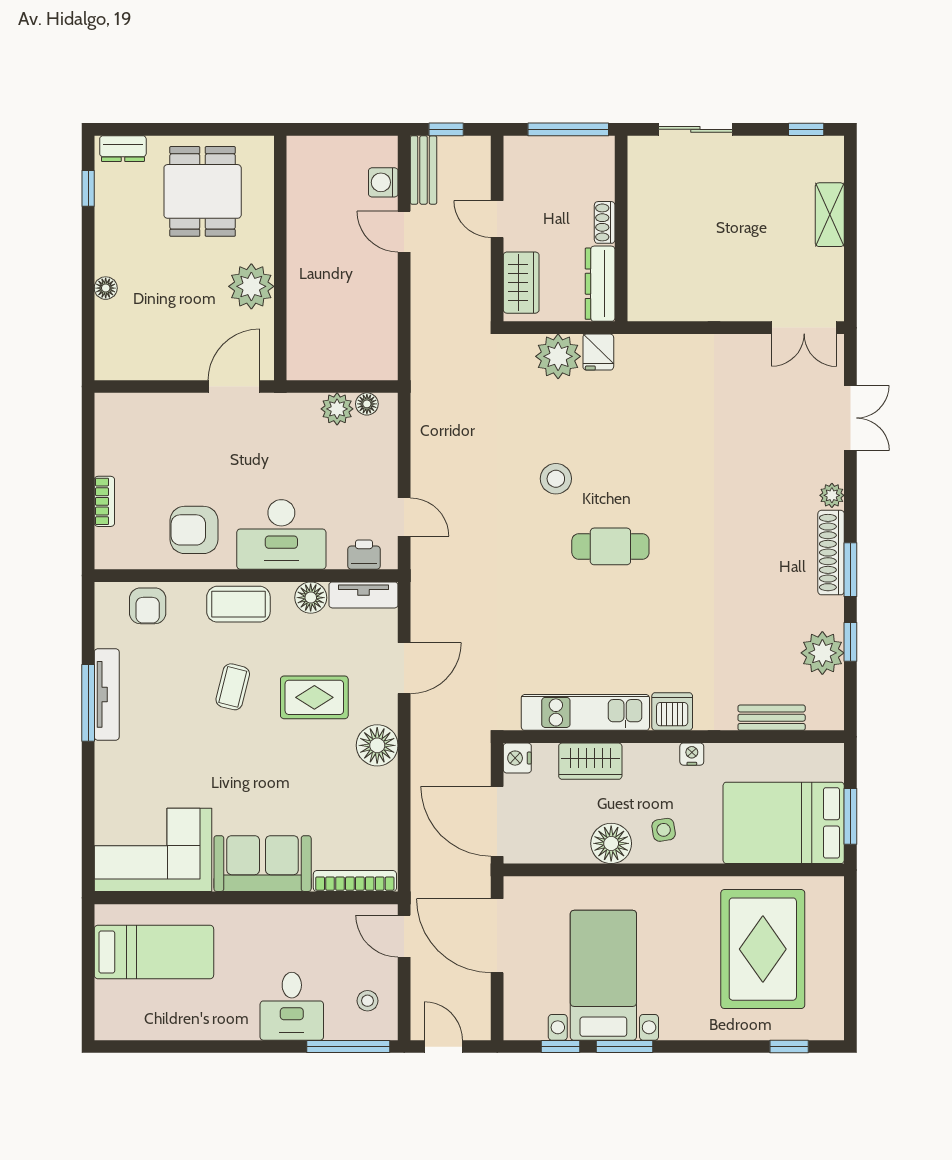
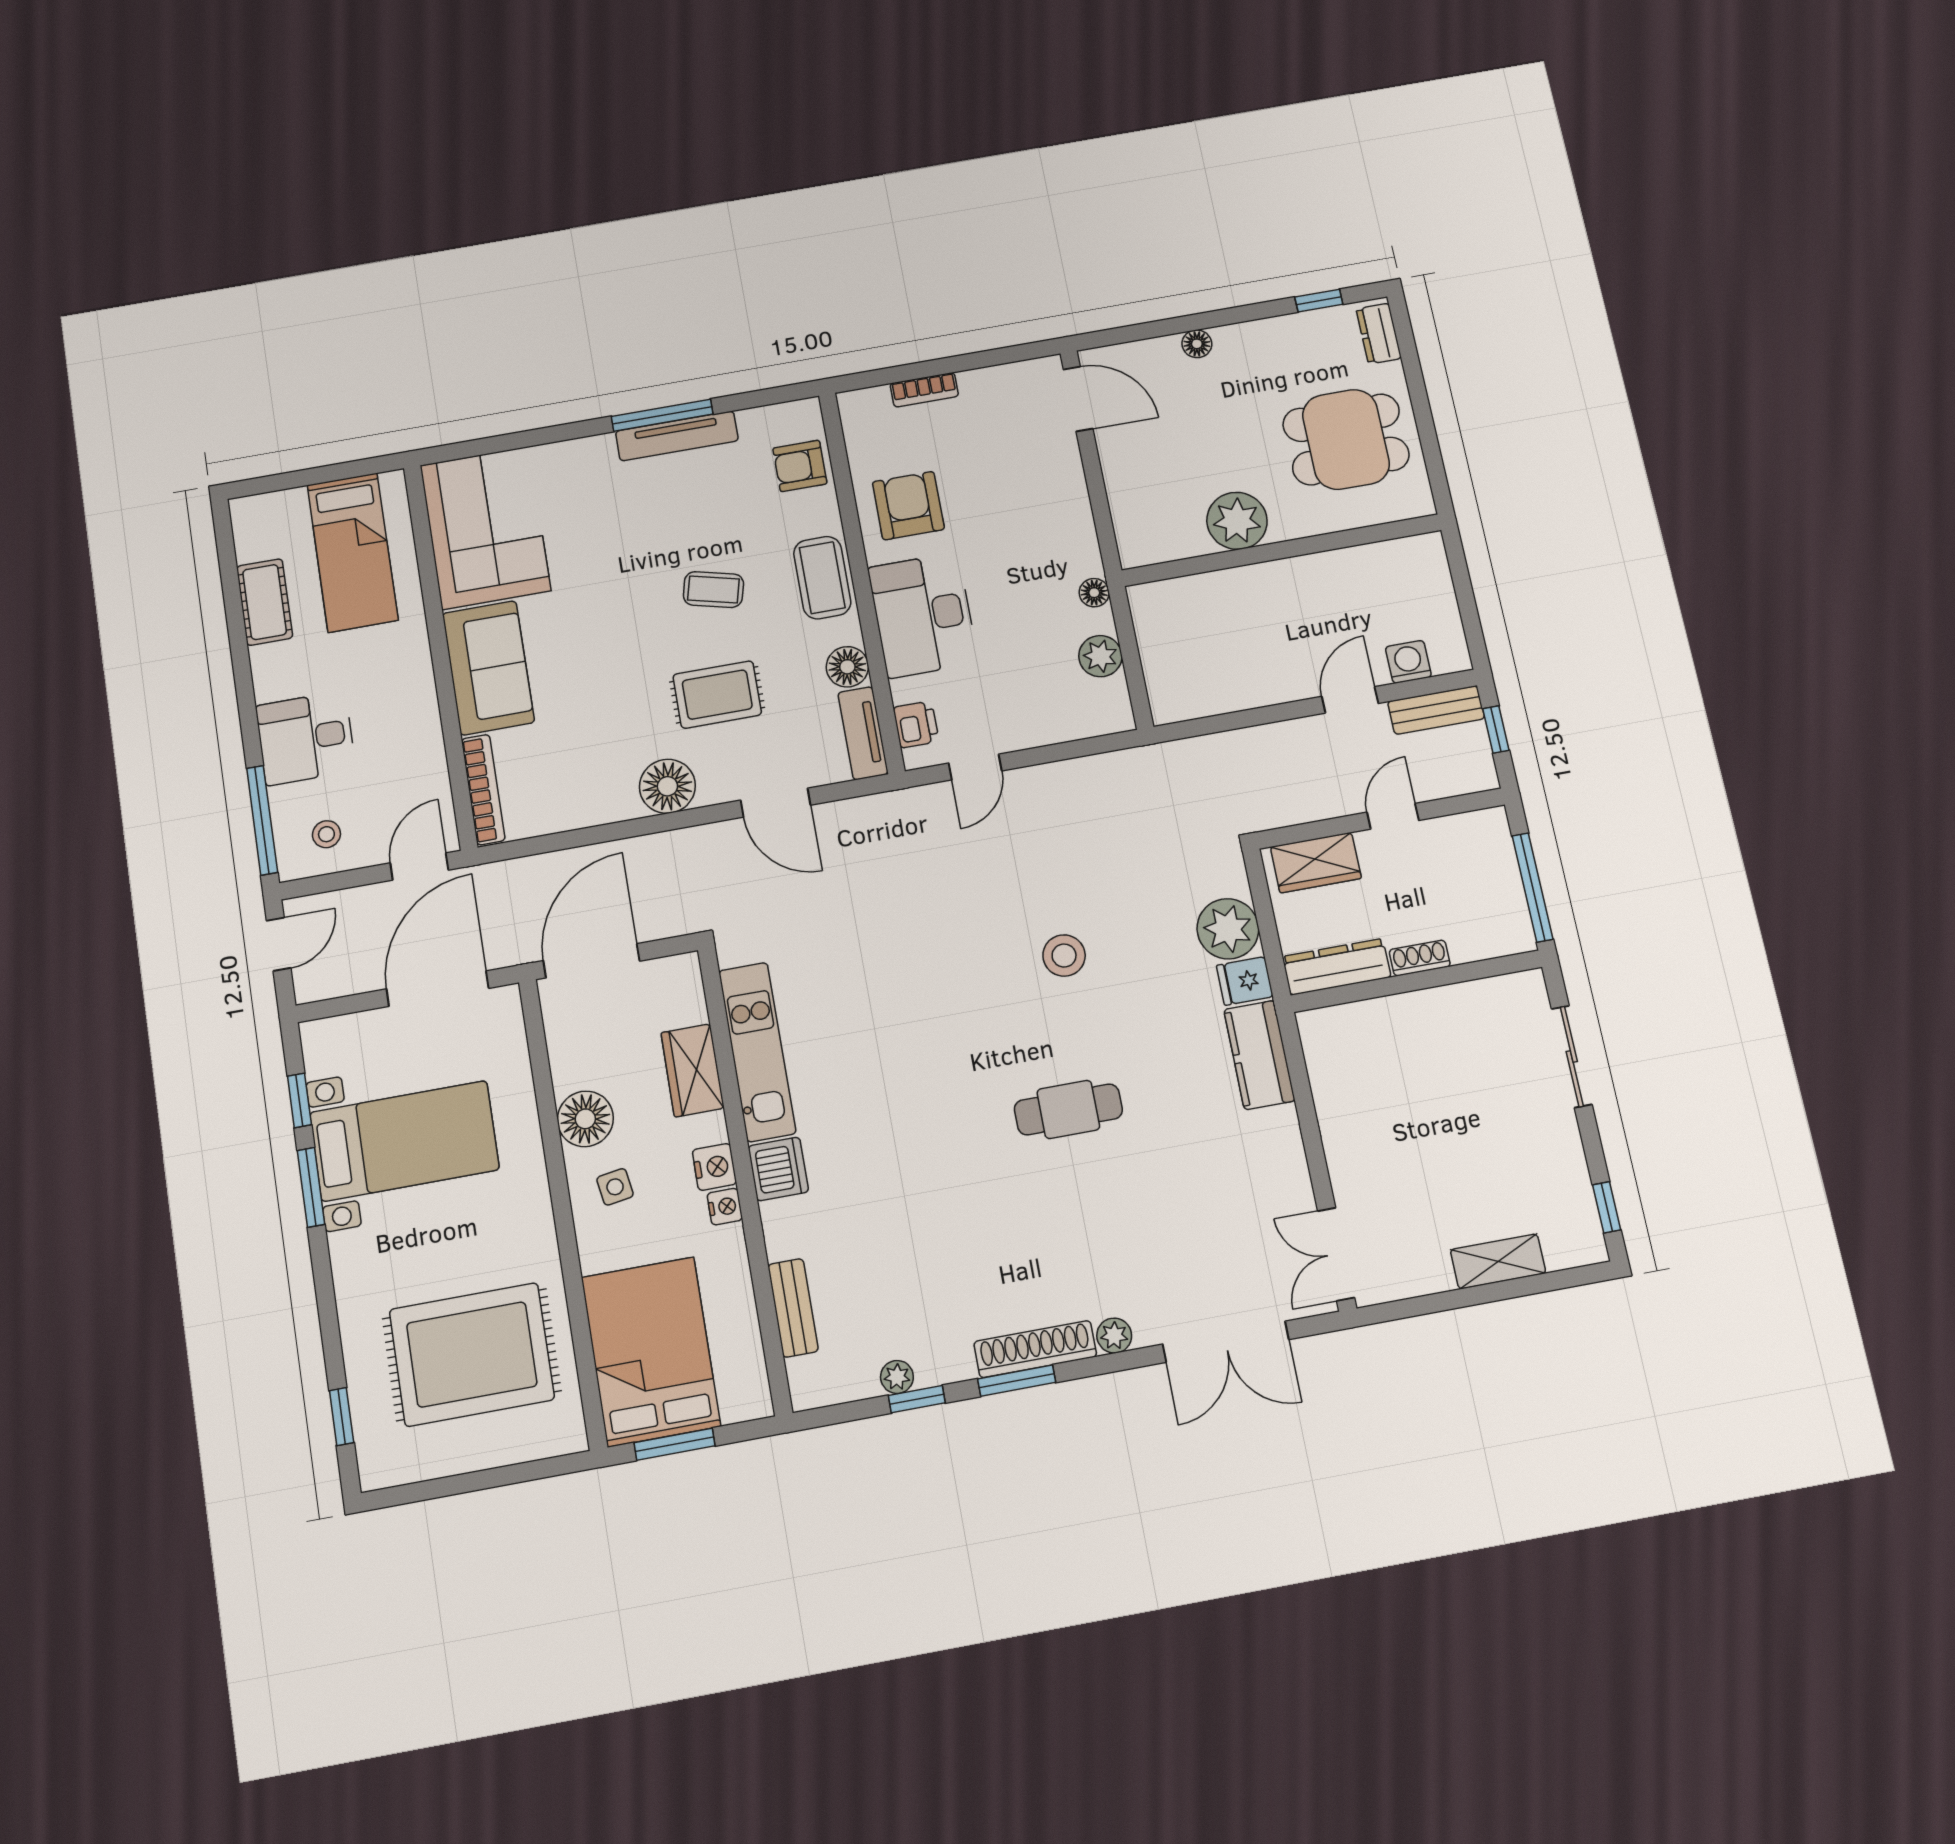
kitchen counter: (654, 353) -> (1259, 1055), added
door: (234, 387) -> (1078, 399), moved
floor lamp: (367, 404) -> (1094, 593), moved
double door: (850, 418) -> (1226, 1342), width x1.37
cafe table: (610, 546) -> (1068, 1109), moved, turned 90
plant: (822, 653) -> (897, 1377), width x0.53, depth x0.53
rug: (314, 697) -> (717, 695), turned 90
nightstand: (517, 758) -> (714, 1167), moved, turned 90
cot: (181, 1023) -> (265, 602), added

